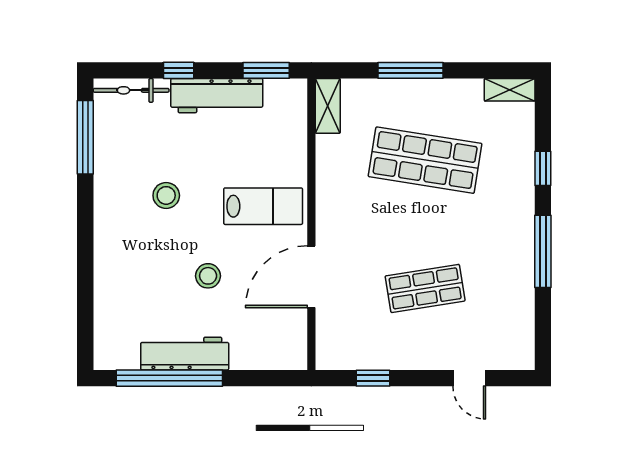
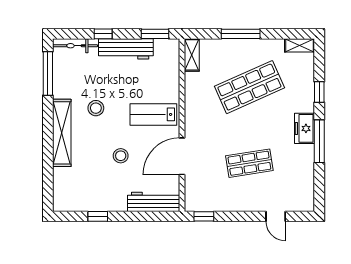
shop shelf: (425, 160) -> (249, 87), turned -33
lab bench: (263, 206) -> (153, 114), turned 180
freezer: (518, 230) -> (305, 128), added
shelving: (109, 237) -> (62, 133), added
workbench: (185, 354) -> (154, 202), moved
window: (169, 378) -> (98, 216), width x0.32
window: (373, 378) -> (204, 216), moved

